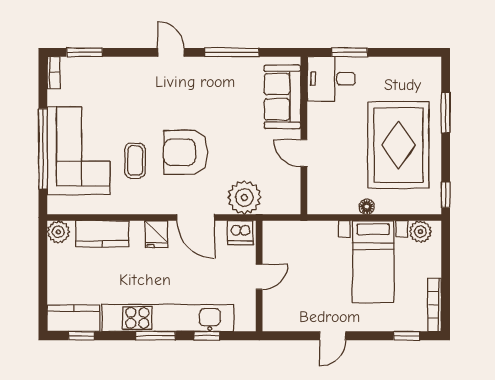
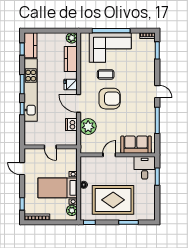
door: (171, 52) -> (157, 92), hinge flipped
armchair: (186, 152) -> (110, 99), turned 90
door: (196, 217) -> (79, 103), hinge flipped
wall: (259, 276) -> (51, 147), moved
door: (259, 277) -> (50, 147), moved

